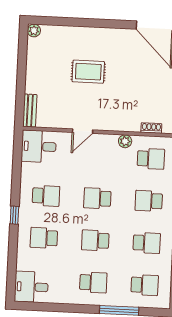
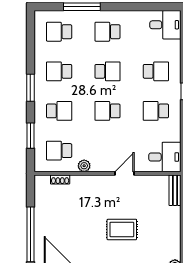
school desk: (97, 198) -> (108, 111), turned 180

